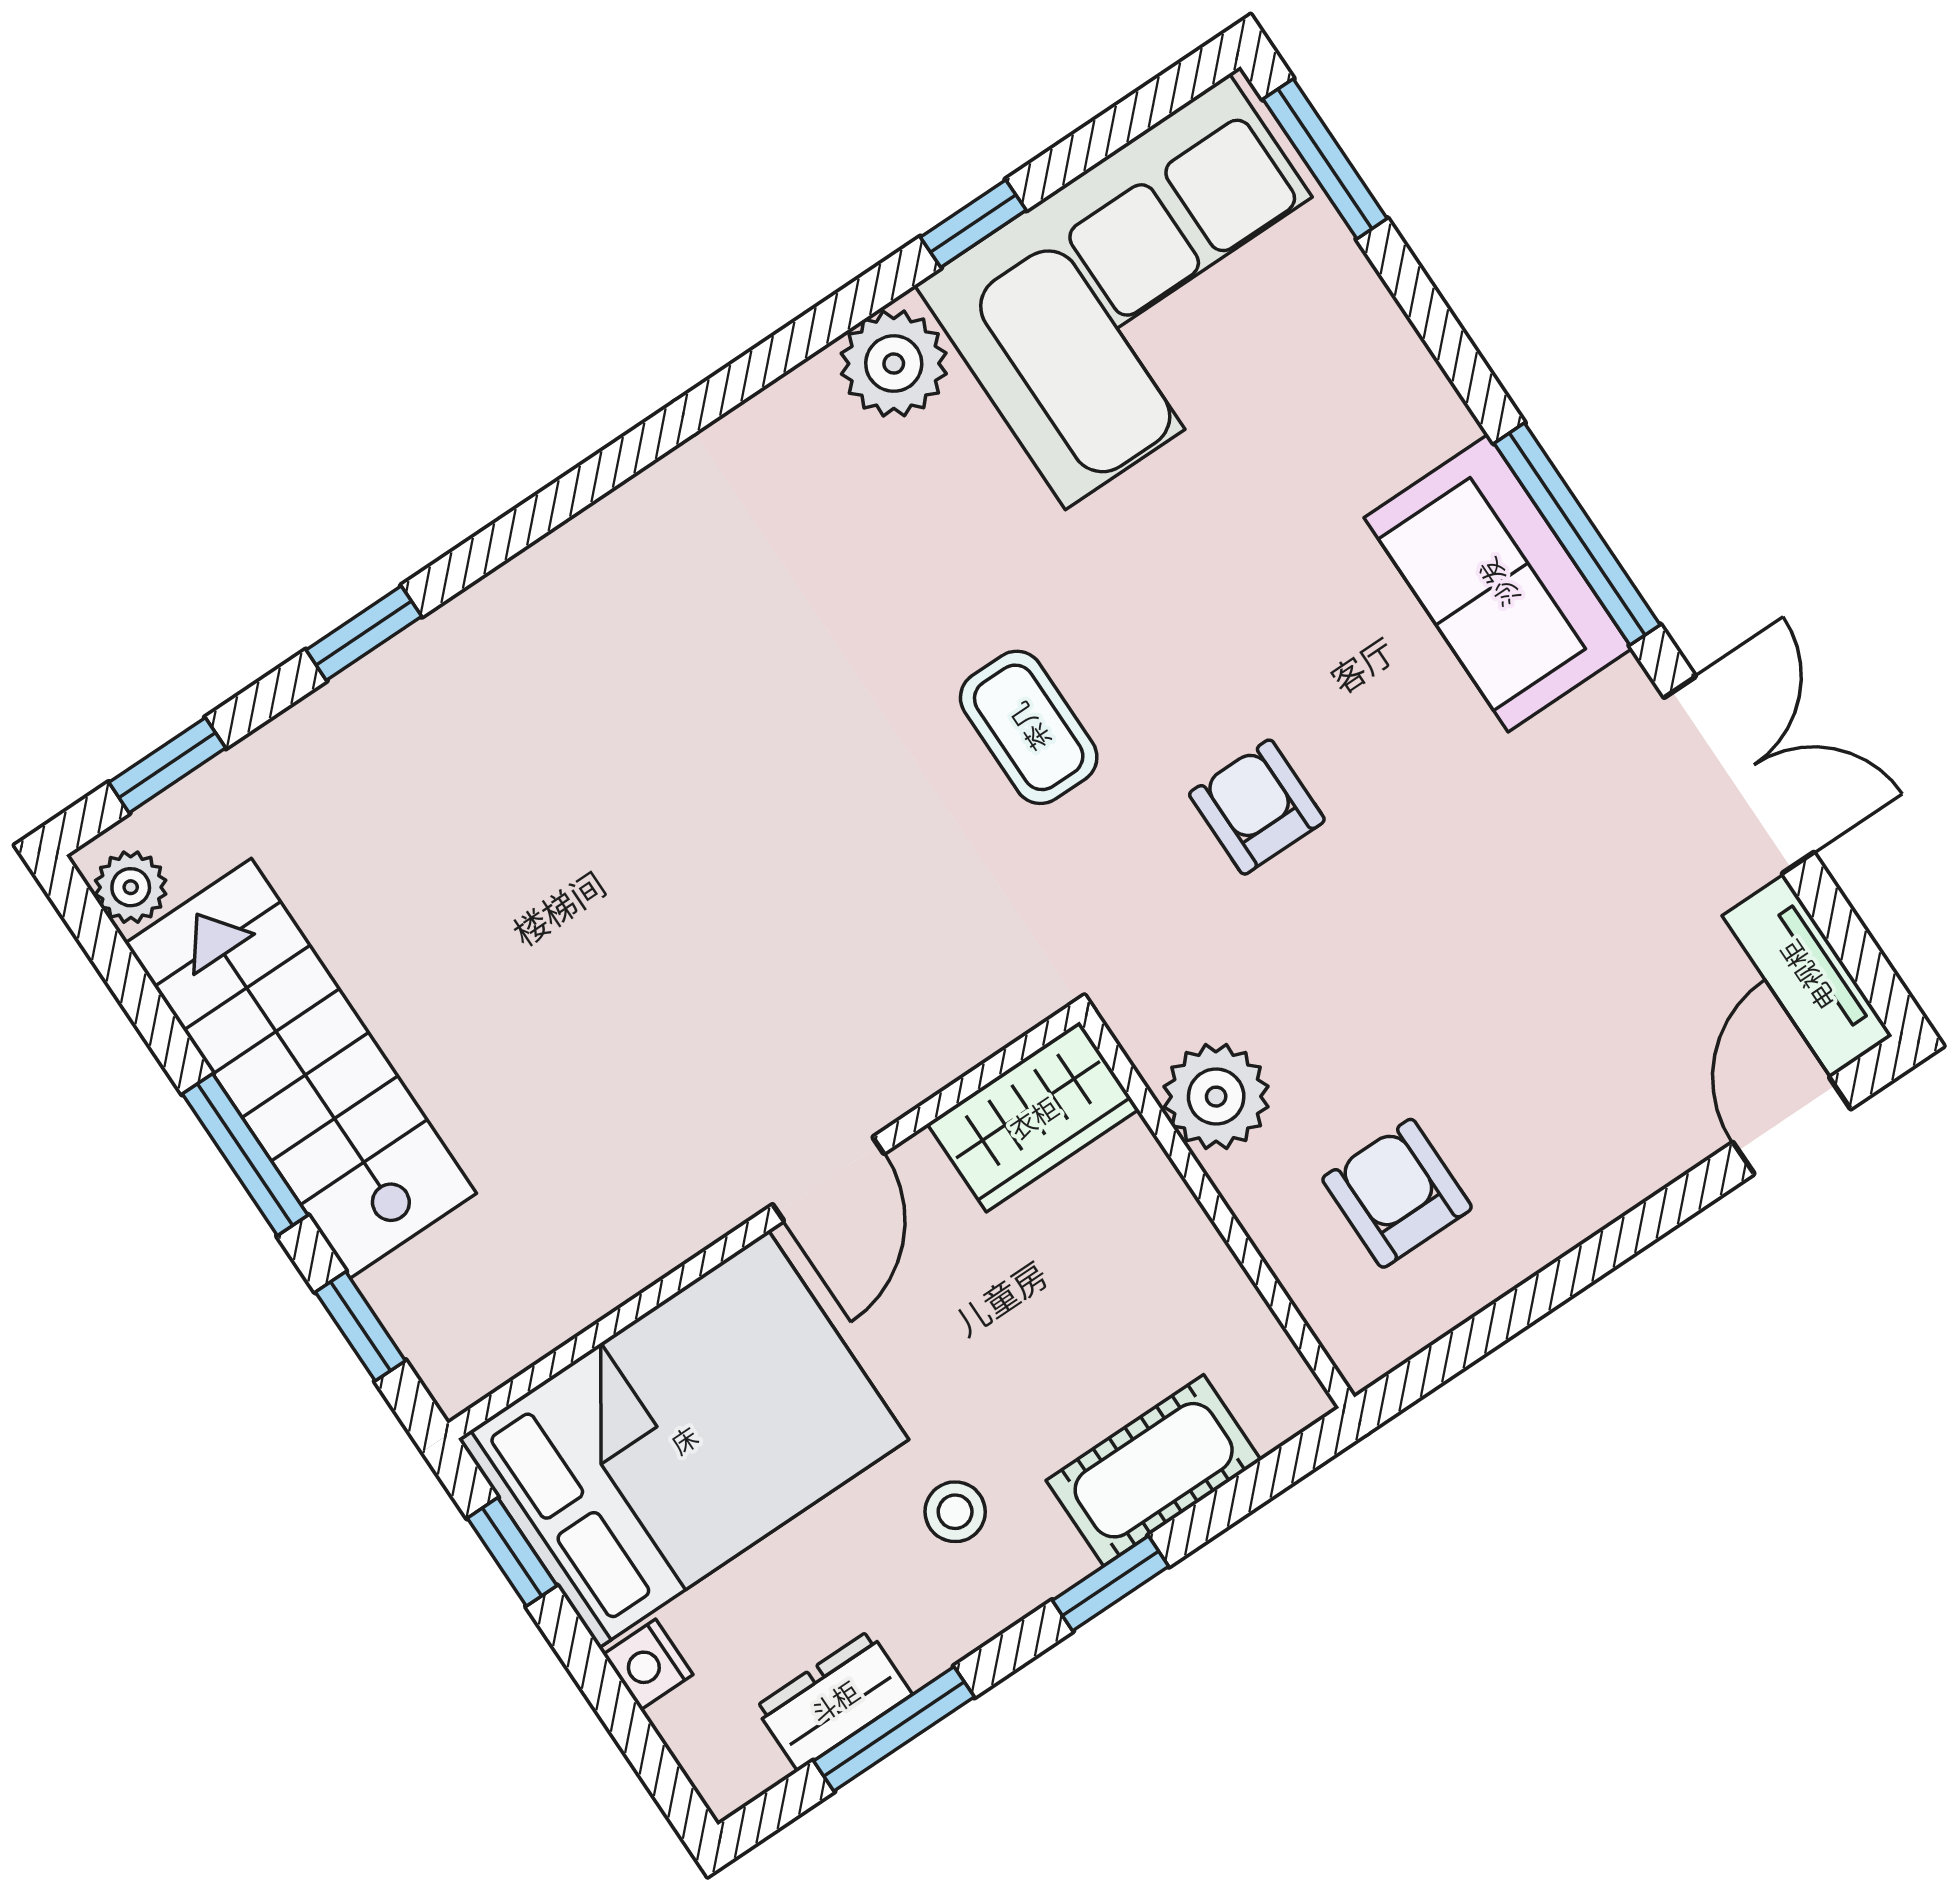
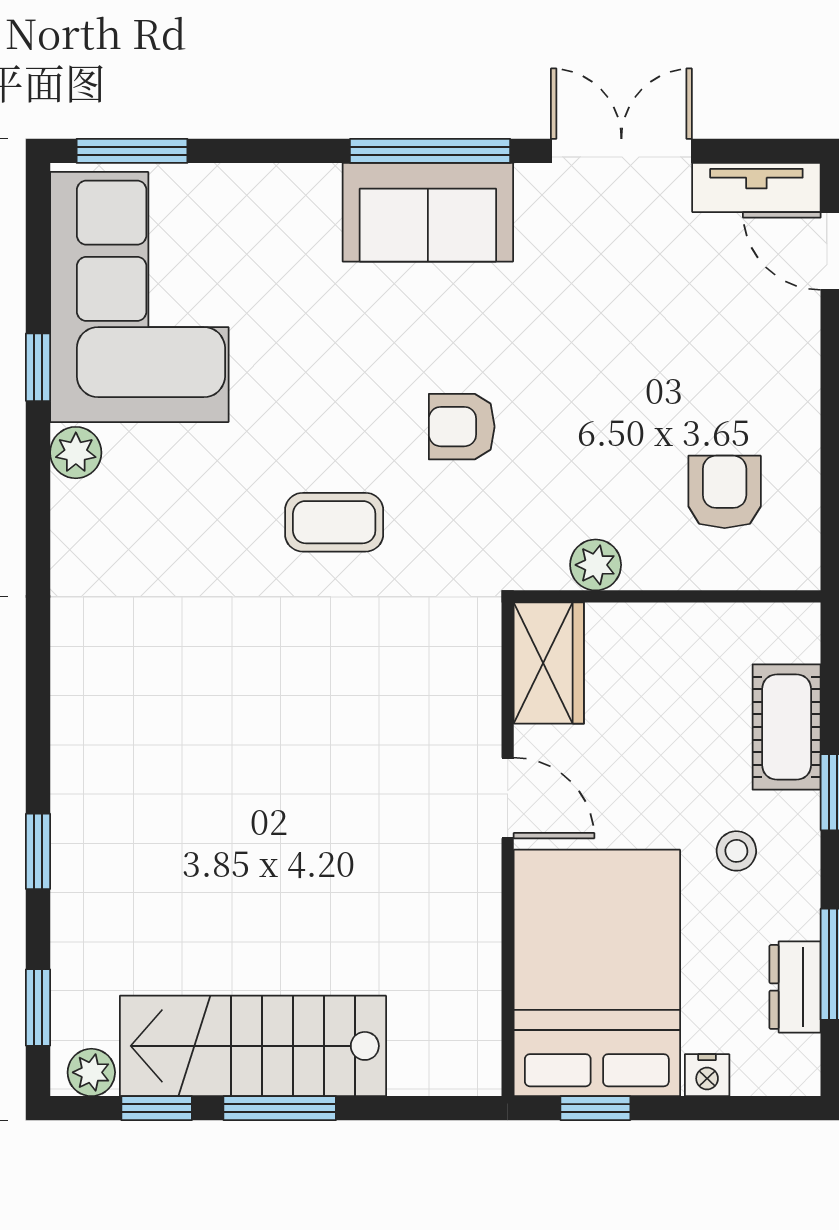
plant: (894, 364) -> (76, 453), width x0.73, depth x0.73
plant: (1216, 1097) -> (596, 565), width x0.73, depth x0.73
armchair: (1397, 1193) -> (725, 492), turned 90
window: (360, 1326) -> (157, 1108), moved

